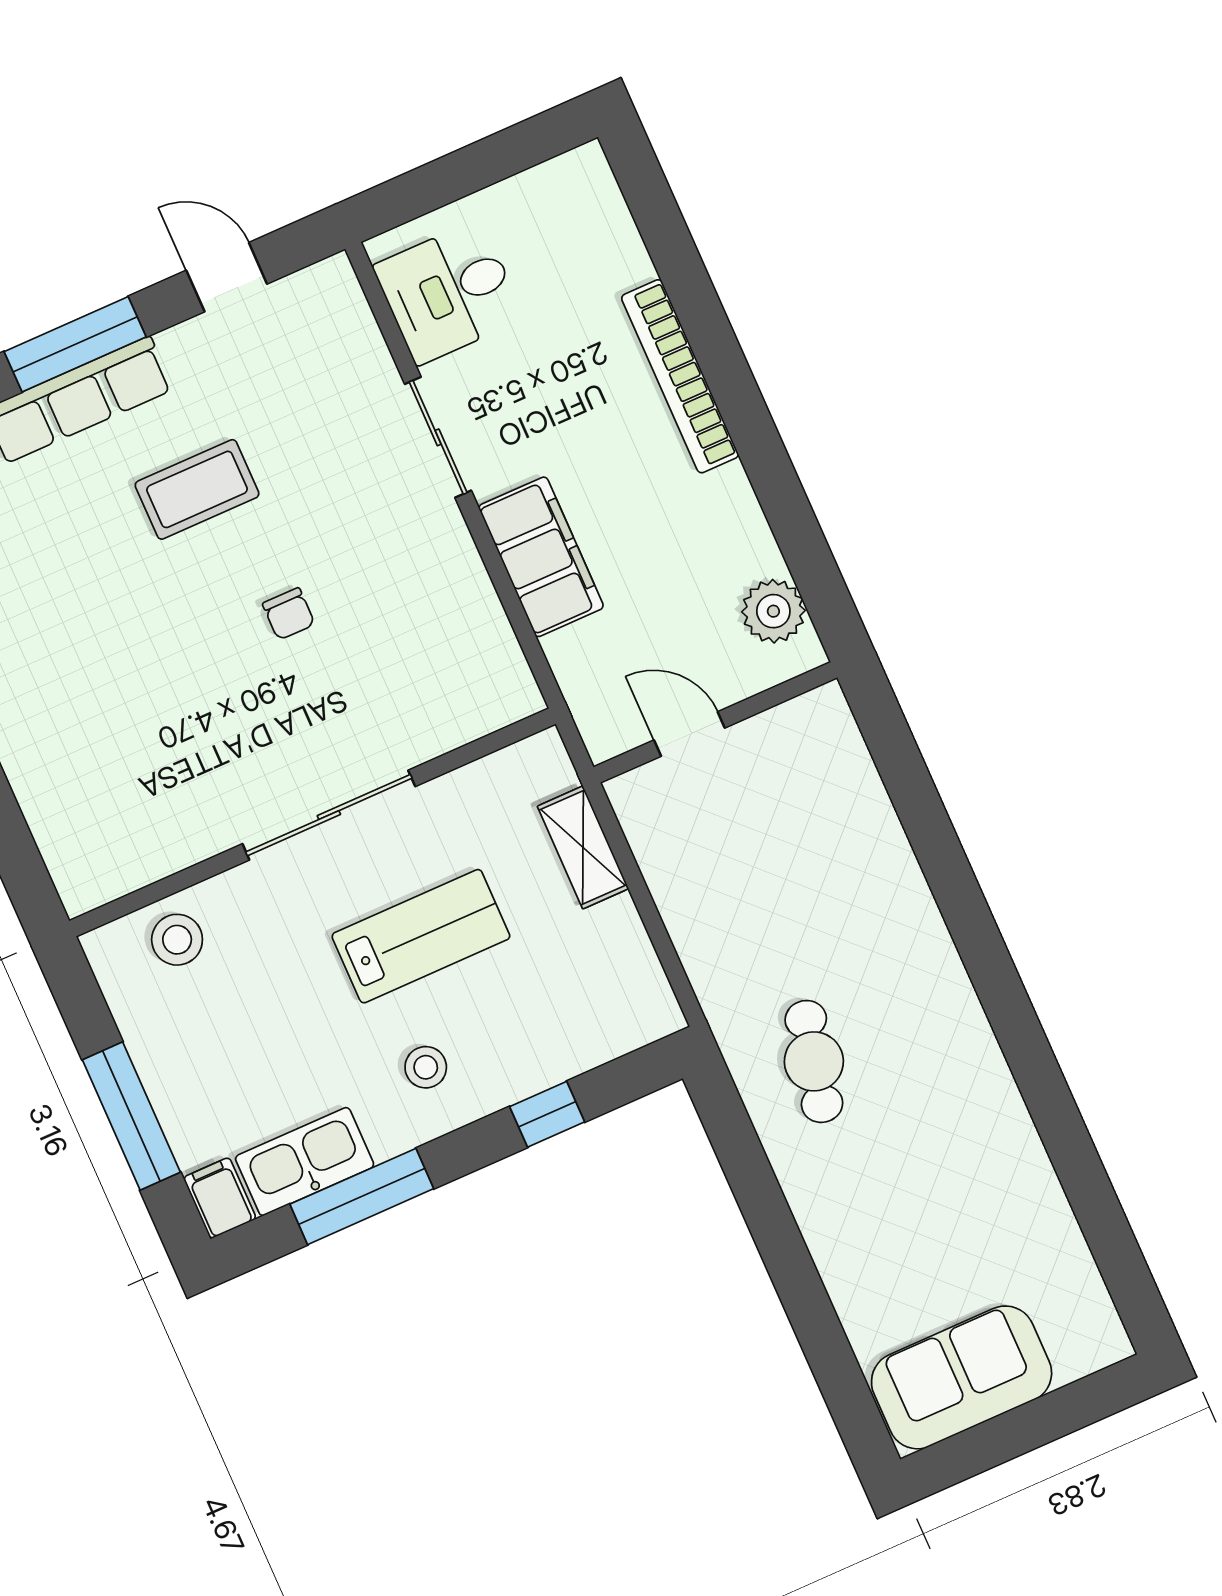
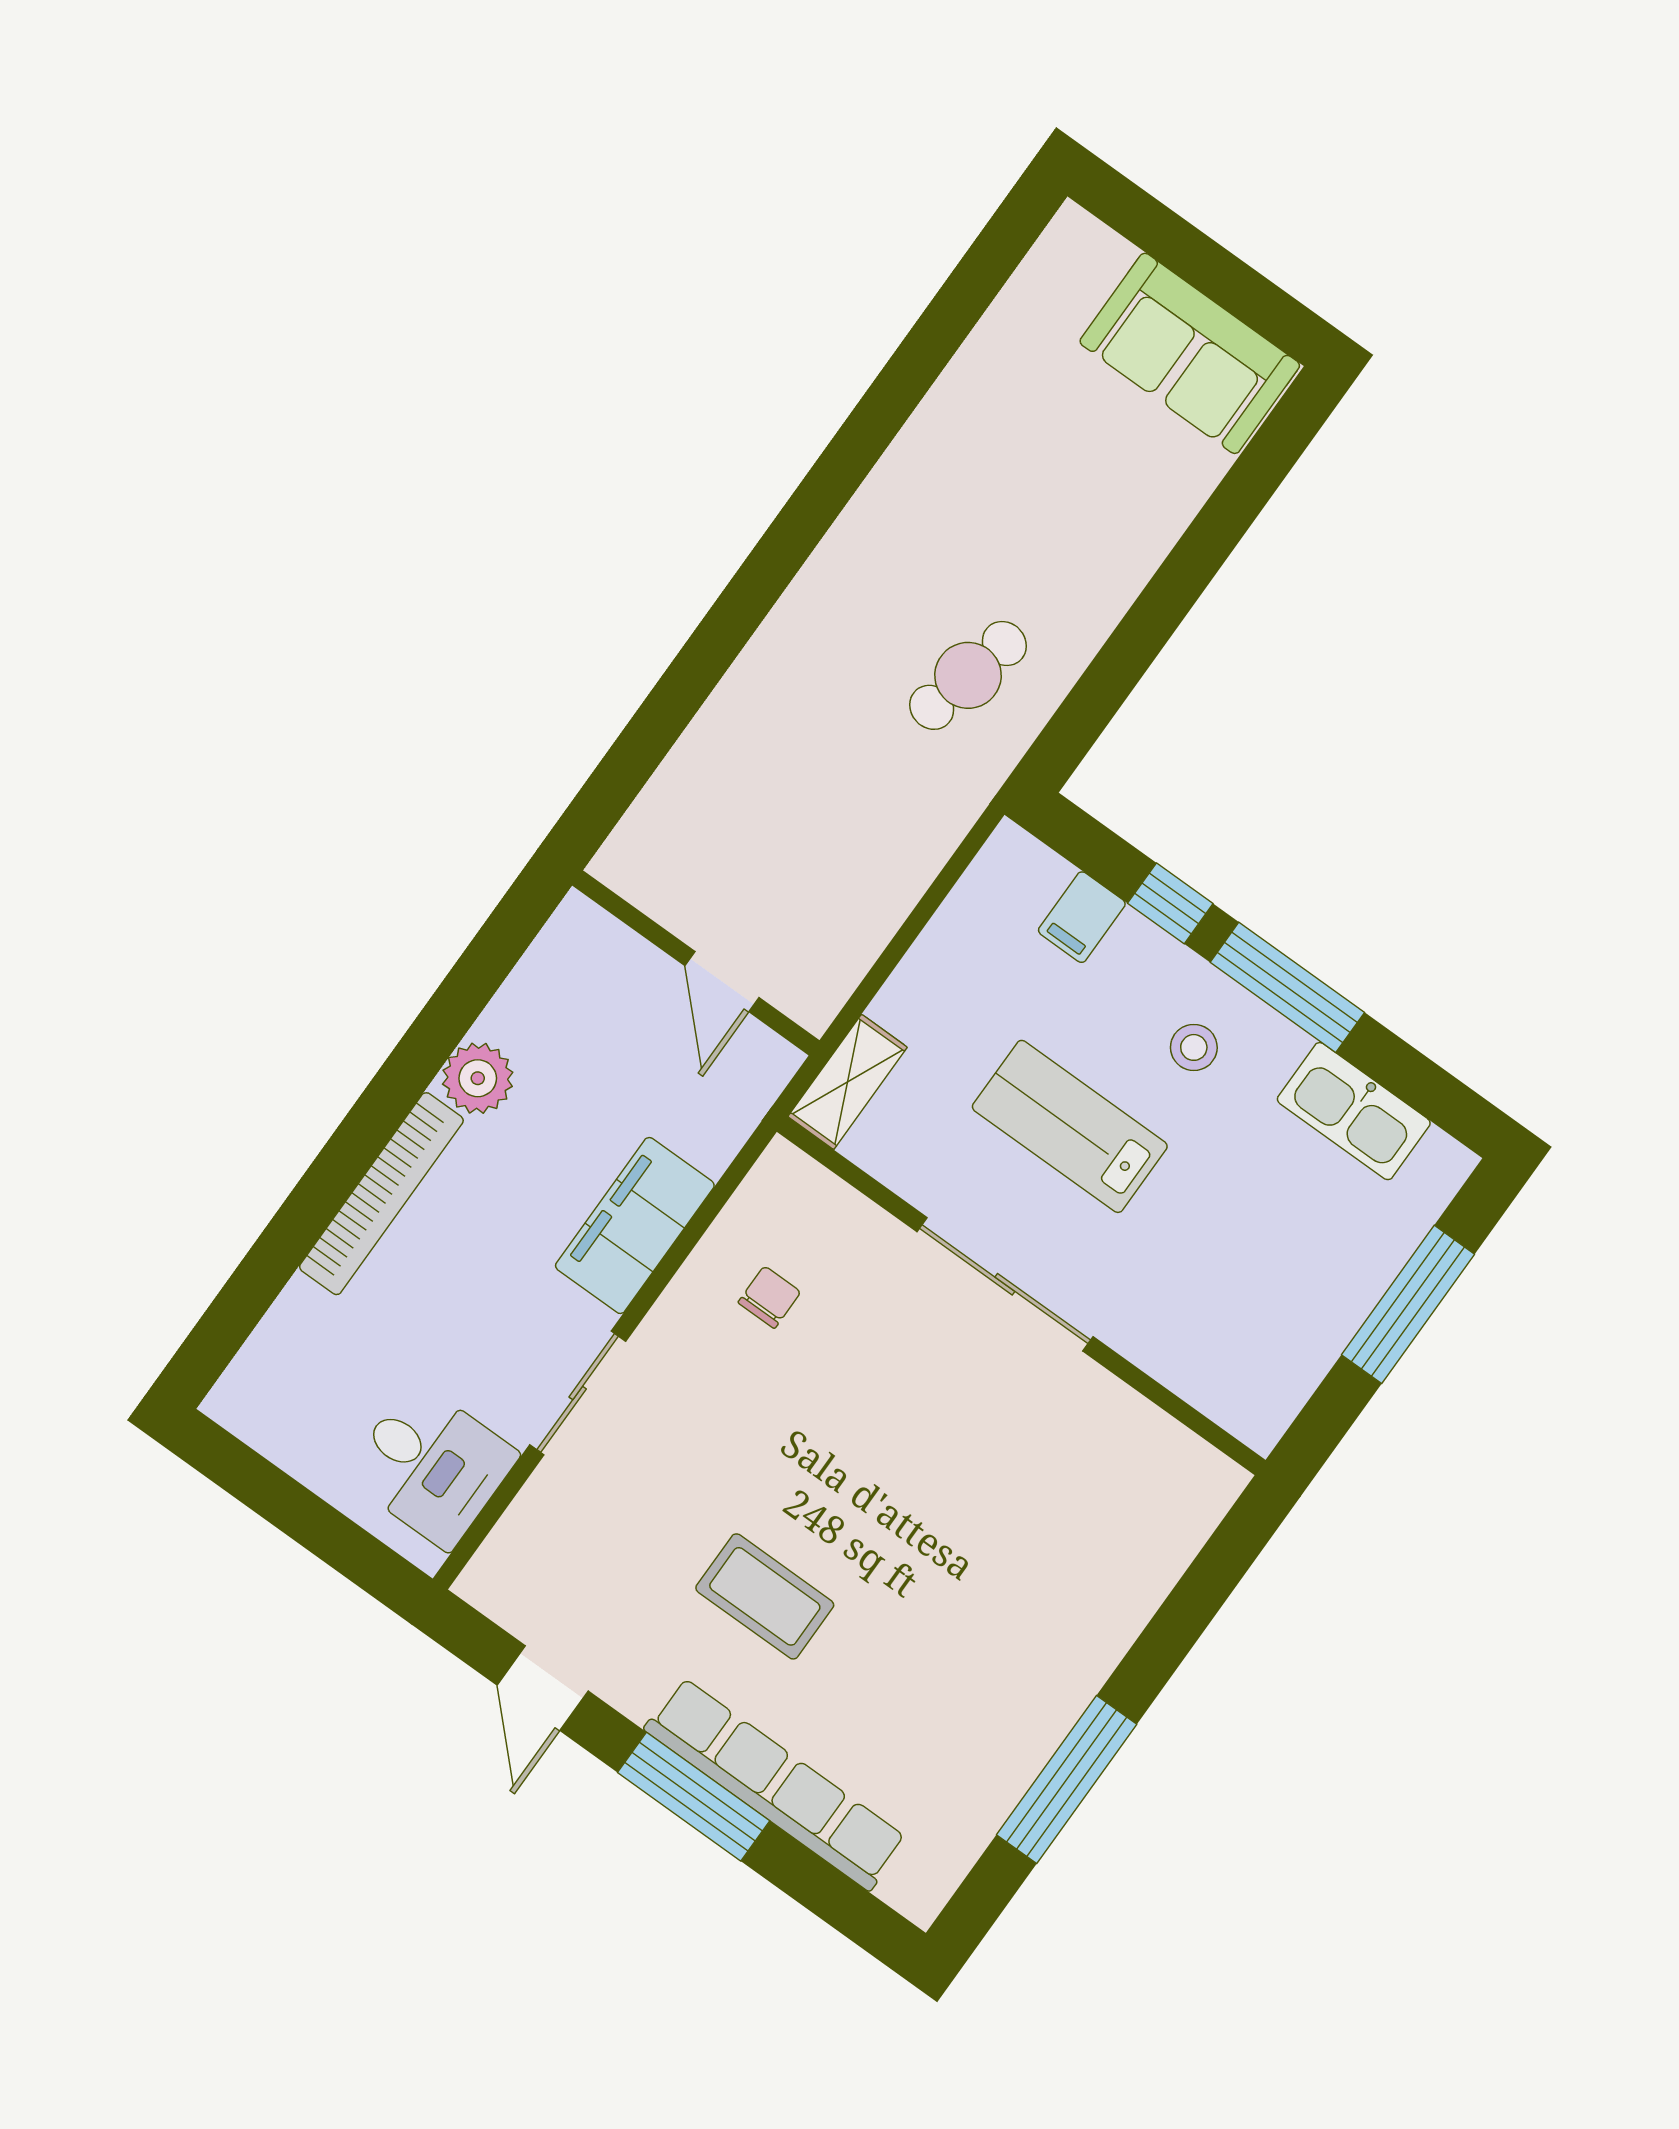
plant: (773, 611) -> (478, 1078), moved
chair: (289, 614) -> (769, 1297), moved
shelving: (583, 847) -> (848, 1082), moved
stool: (177, 940) -> (1212, 1360), removed
window: (362, 1196) -> (1287, 987), moved
filing cabinet: (220, 1198) -> (1082, 917), moved

